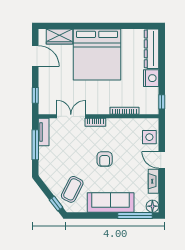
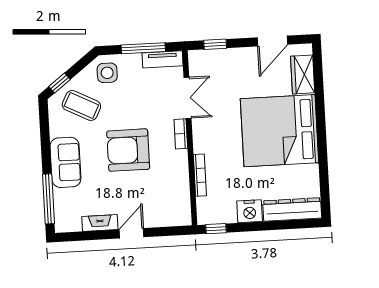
side table: (149, 137) -> (107, 73), moved
armchair: (105, 159) -> (128, 150), width x1.88, depth x1.88
sofa: (111, 203) -> (65, 162), width x0.73
floor lamp: (152, 206) -> (63, 224), removed

